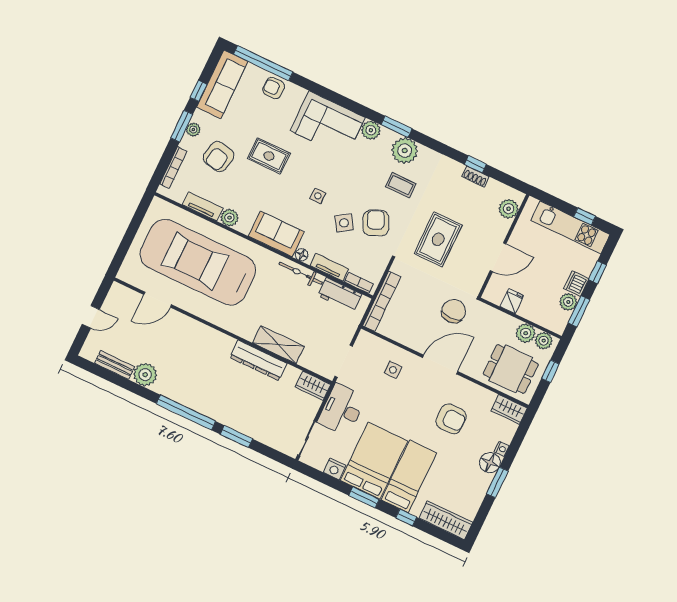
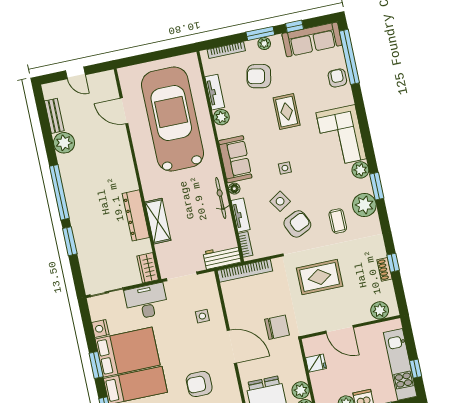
workbench: (340, 295) -> (222, 257), moved, turned 90
armchair: (451, 419) -> (199, 384), turned 90

